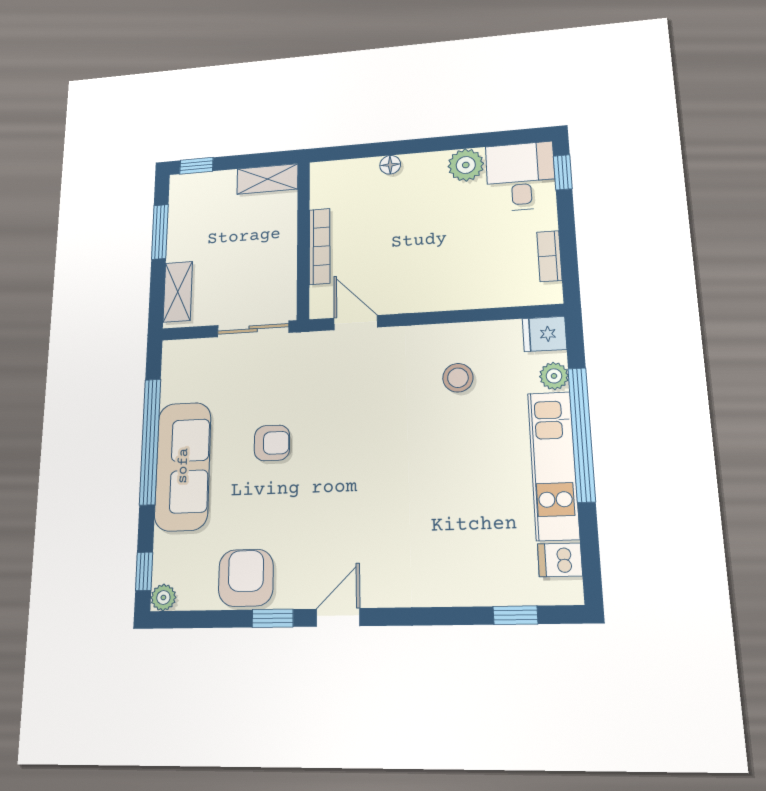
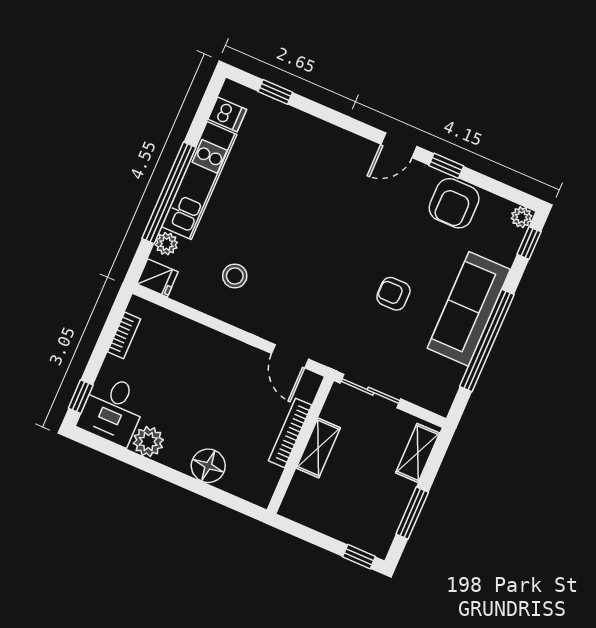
floor lamp: (390, 165) -> (208, 466), width x1.89, depth x1.89
shelving: (267, 179) -> (318, 448), moved, turned 90

